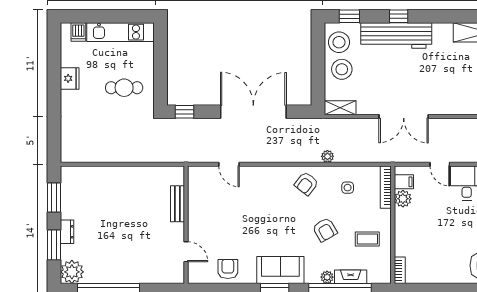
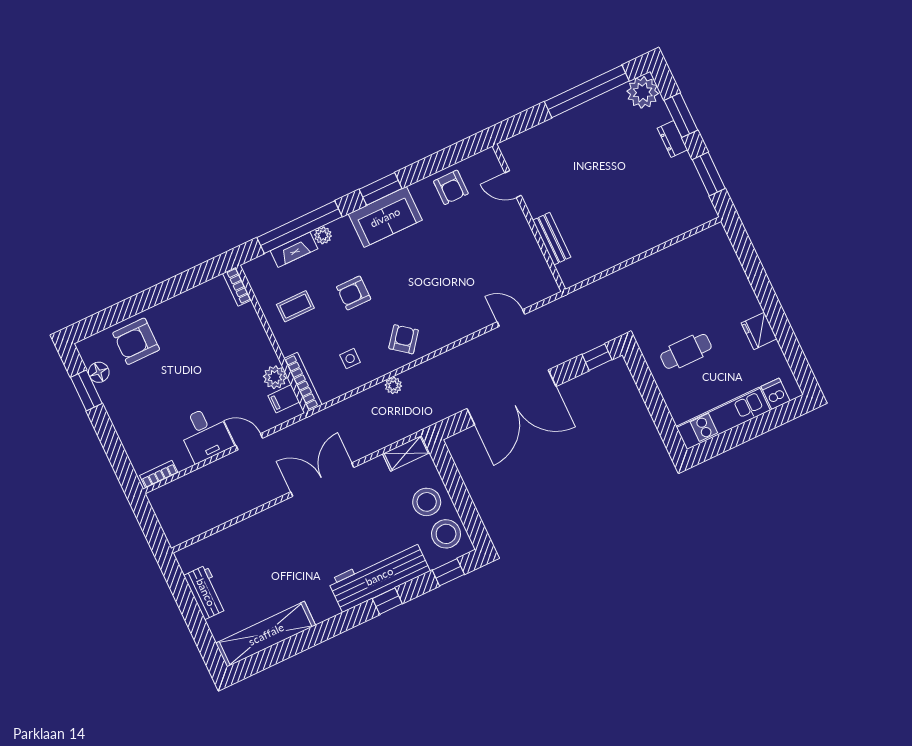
armchair: (325, 230) -> (354, 293), turned -60

